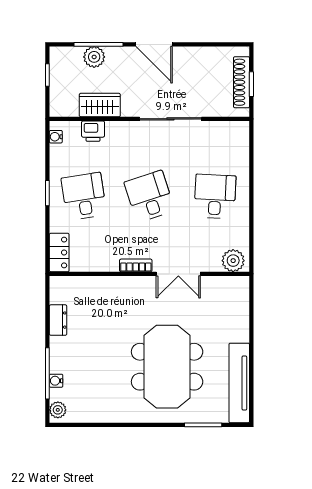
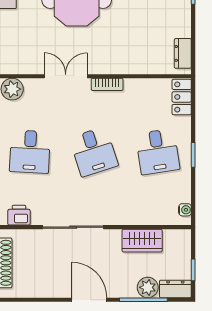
dresser: (66, 55) -> (175, 289), added
printer: (93, 131) -> (19, 215), moved
dresser: (58, 320) -> (183, 53), moved

